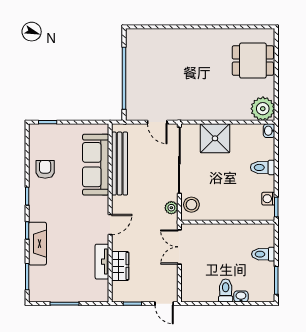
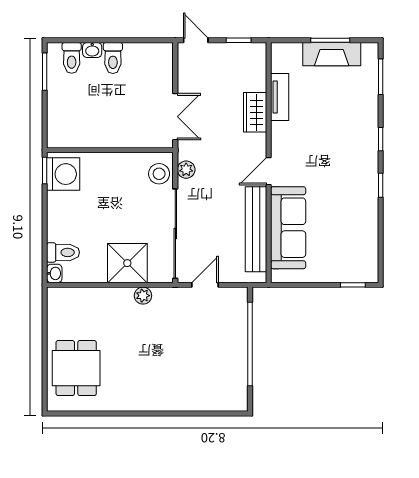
dining table: (253, 61) -> (76, 368), turned 90
plant: (263, 109) -> (143, 296), moved, width x0.53, depth x0.53
door: (157, 122) -> (205, 285), hinge flipped
toilet: (263, 167) -> (63, 252), moved
armchair: (45, 169) -> (356, 221), removed
washing machine: (268, 199) -> (63, 174), width x1.89, depth x1.89
door: (110, 225) -> (269, 171), moved
fireplace: (37, 244) -> (332, 54), moved, turned -90
toilet: (263, 254) -> (72, 58), moved, turned 90
wardrobe: (120, 266) -> (255, 112), moved

